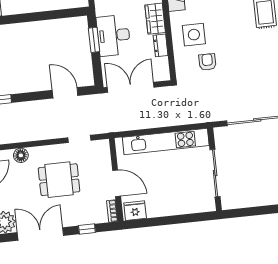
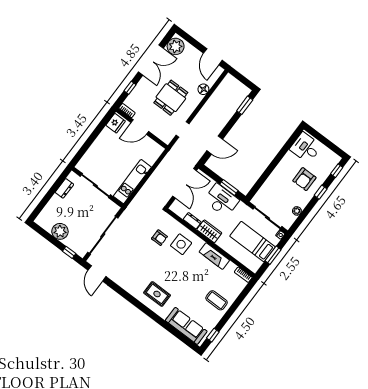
kitchen unit: (166, 141) -> (132, 182), width x0.73
dresser: (246, 201) -> (64, 188), added

